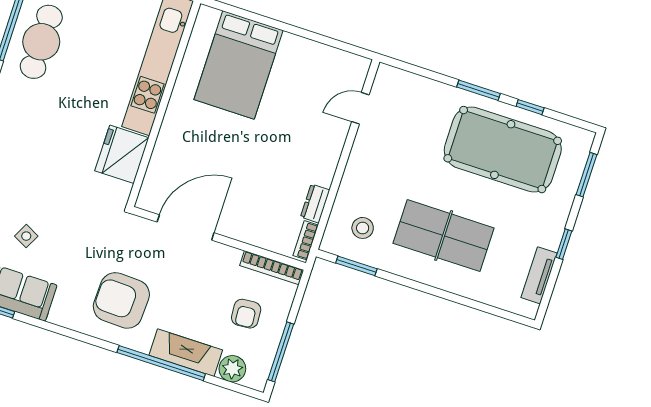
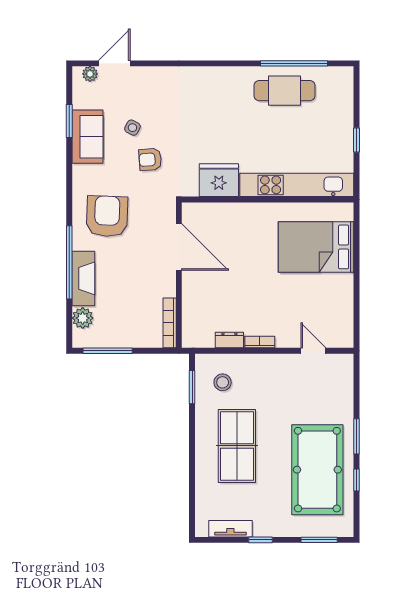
bookcase: (306, 240) -> (260, 342), moved
armchair: (246, 314) -> (150, 159), moved

